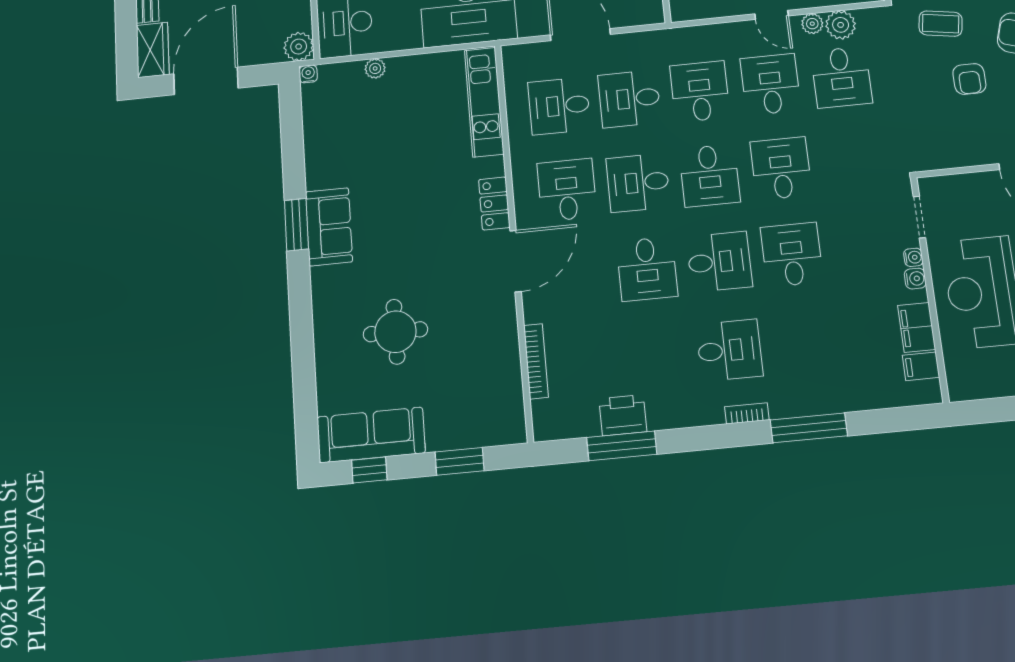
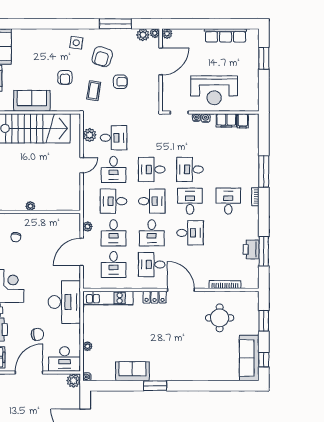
plant: (812, 24) -> (88, 227), moved
desk: (771, 84) -> (113, 169), turned -90
sofa: (329, 227) -> (132, 371), moved
round table: (395, 332) -> (220, 318), moved

